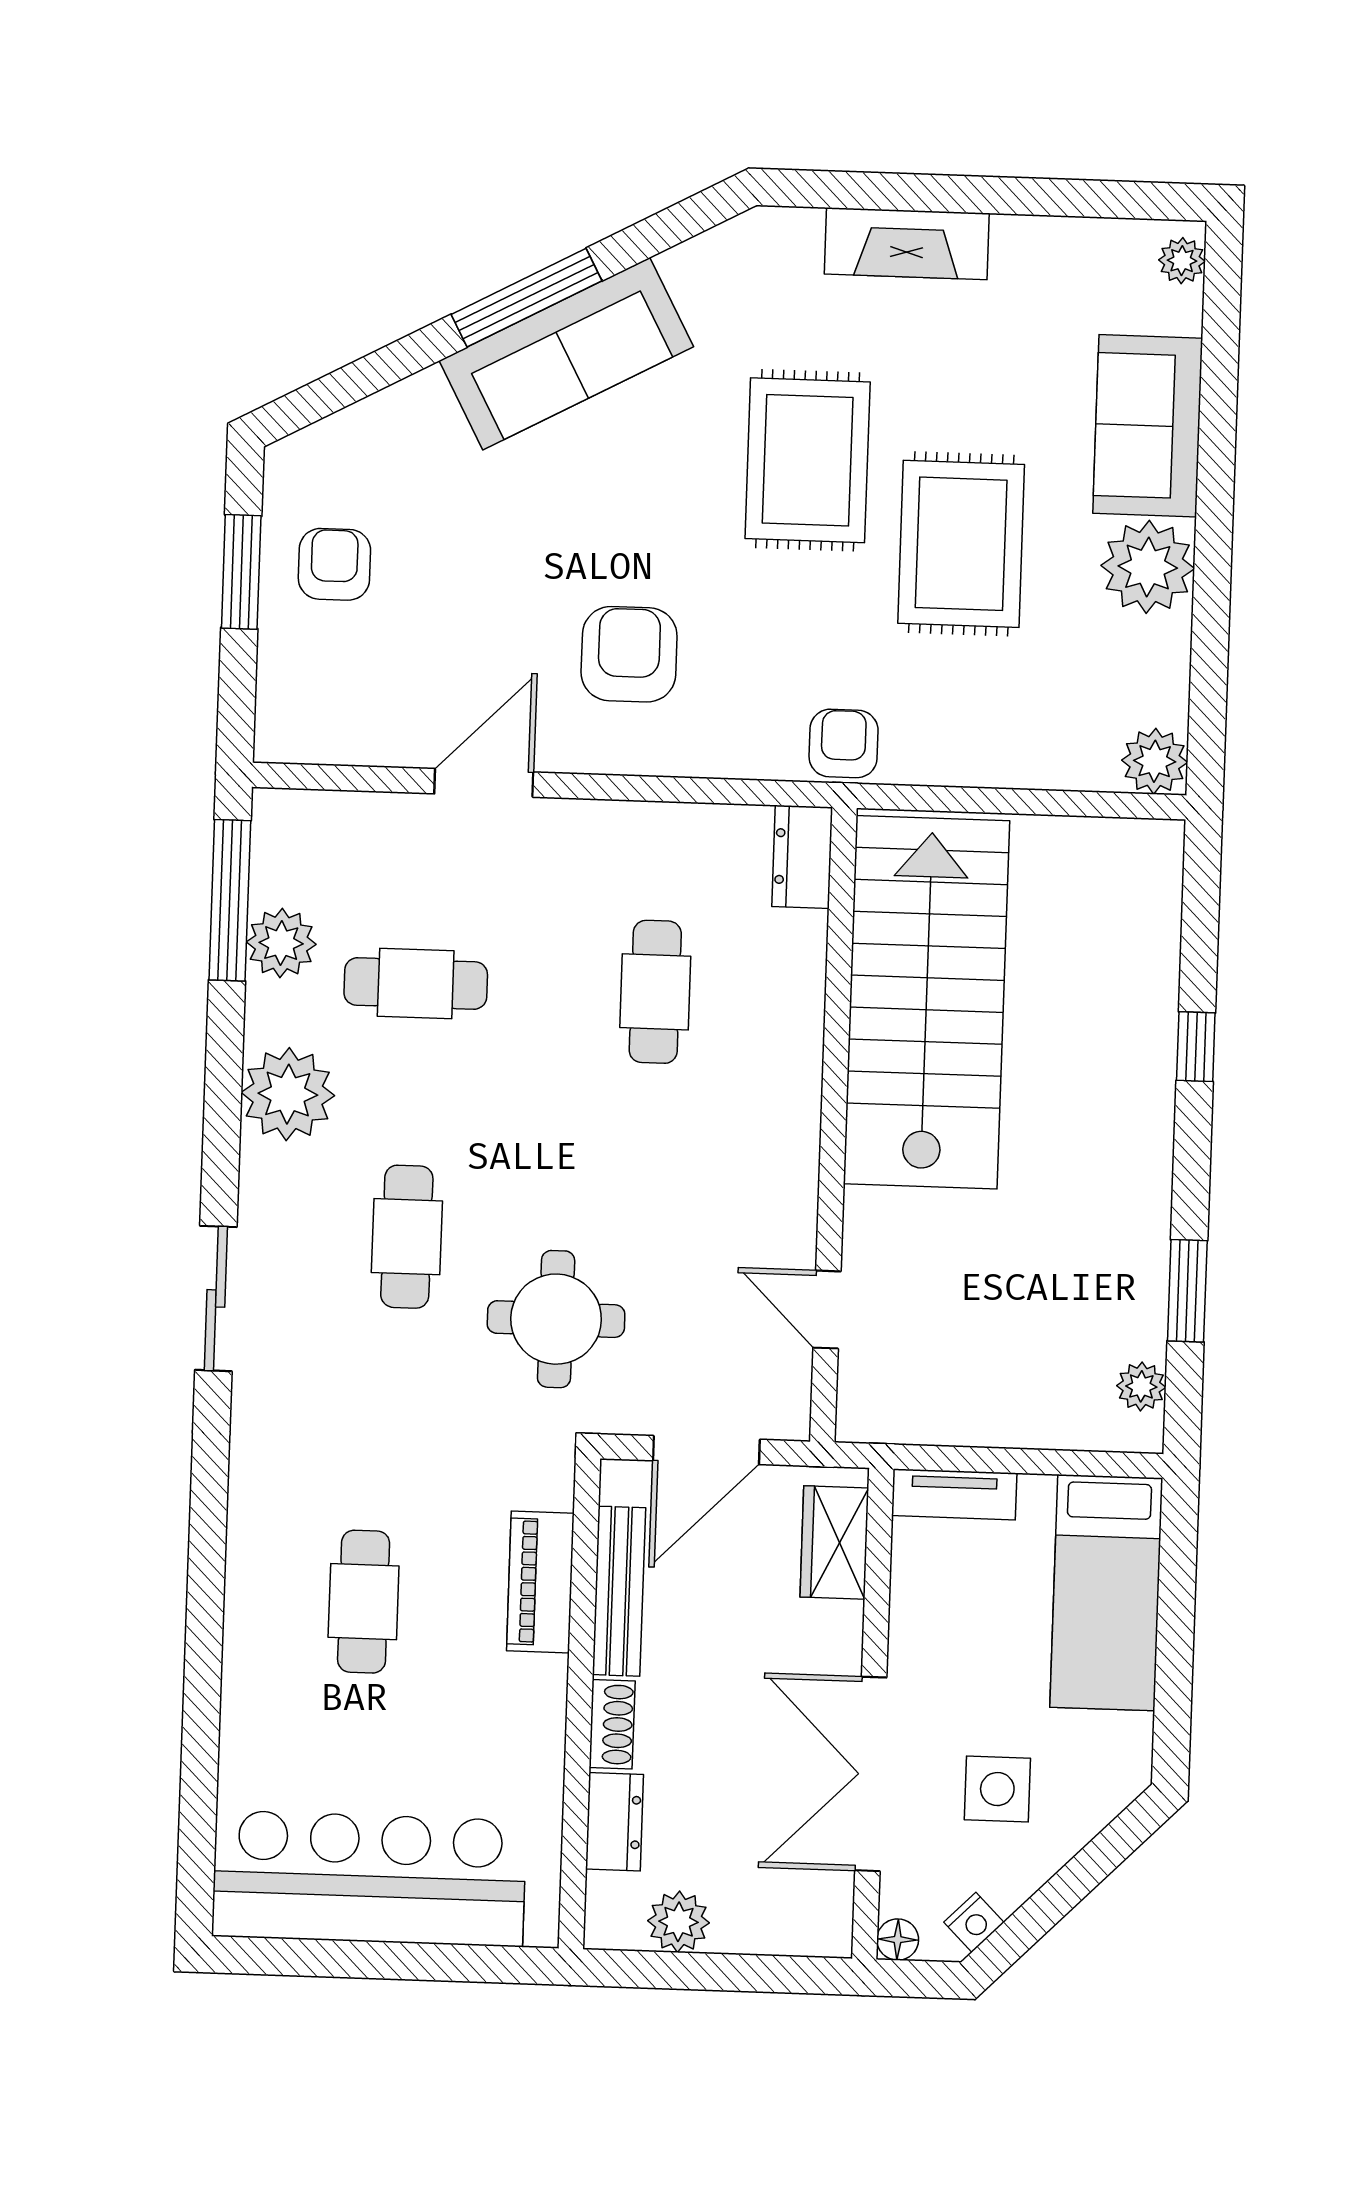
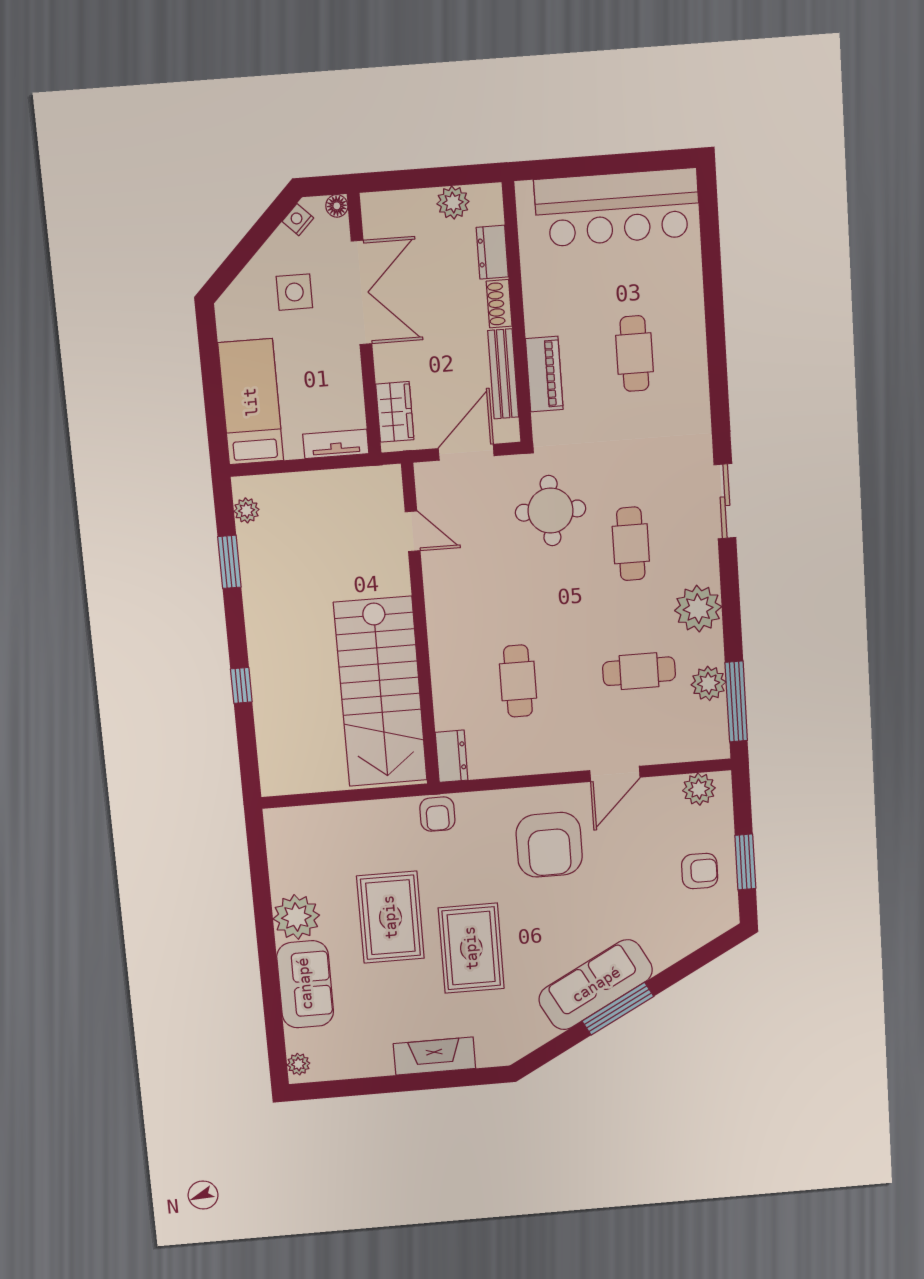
armchair: (334, 564) -> (700, 871), turned -90
armchair: (629, 654) -> (549, 845), width x1.36, depth x1.36
plant: (1155, 761) -> (699, 789), moved

